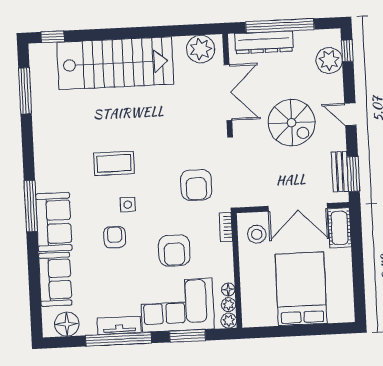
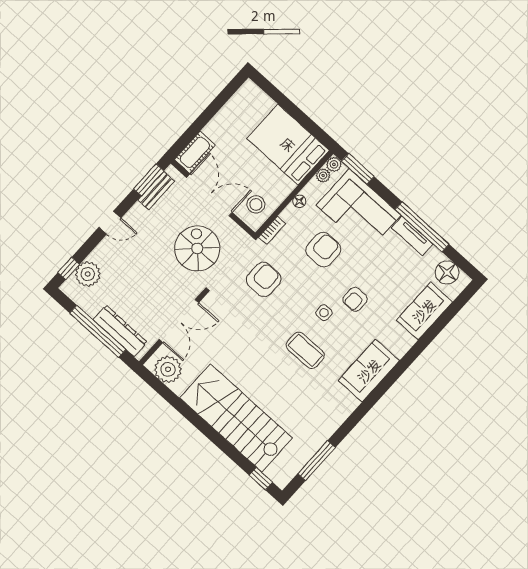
double door: (228, 93) -> (179, 321), swing flipped
door: (350, 114) -> (110, 223), hinge flipped
spiral stairs: (292, 123) -> (197, 248), moved
window: (31, 206) -> (391, 378), removed
sofa: (54, 222) -> (369, 371), moved
floor lamp: (228, 289) -> (299, 201), moved
bed: (301, 289) -> (288, 145), moved, turned 90
window: (187, 336) -> (358, 169), moved

